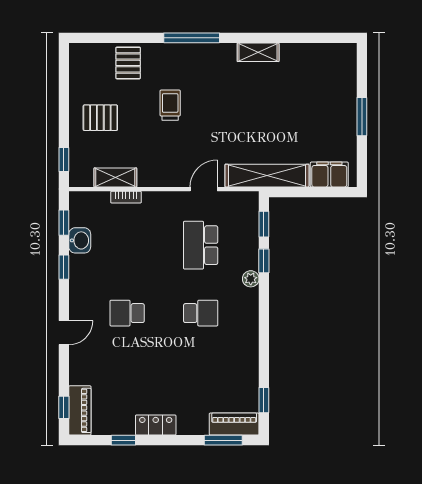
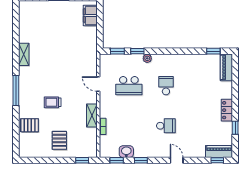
shelving: (267, 176) -> (91, 50), removed
shelving: (115, 177) -> (92, 115), moved
school desk: (127, 313) -> (166, 126), turned -90
window: (223, 440) -> (235, 73), removed

